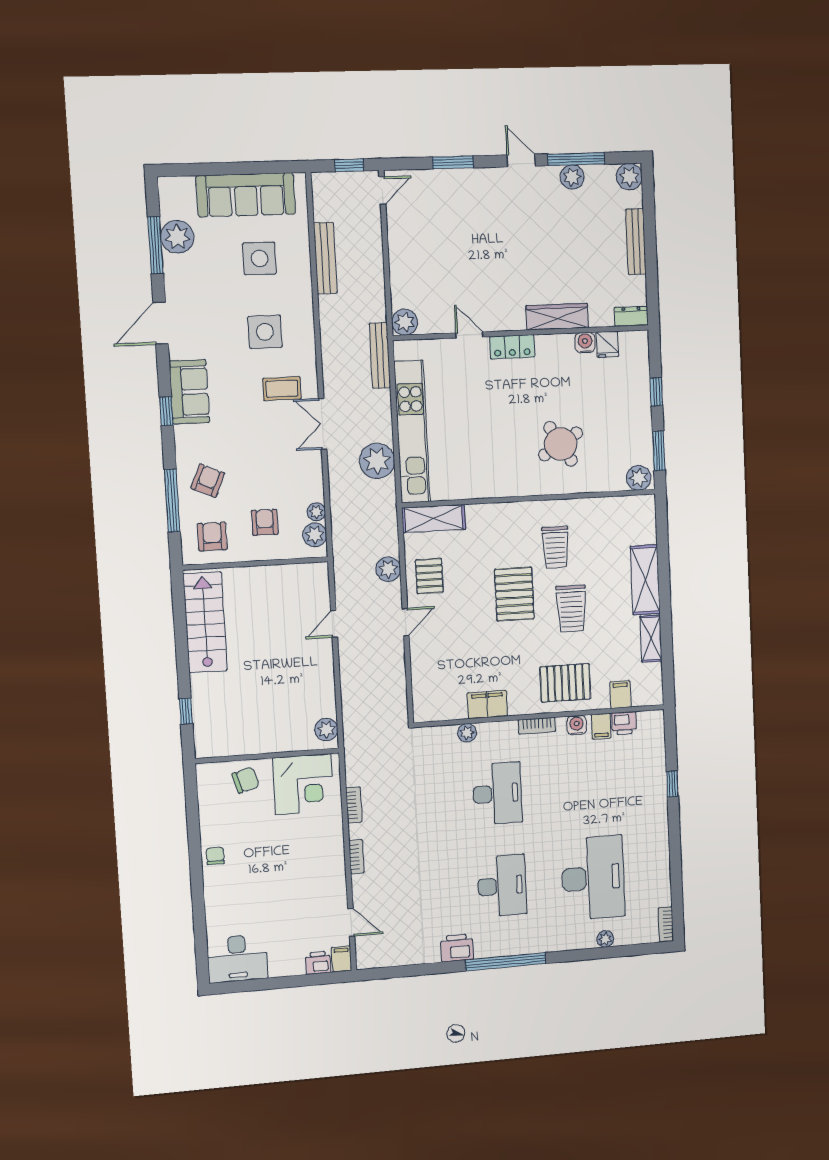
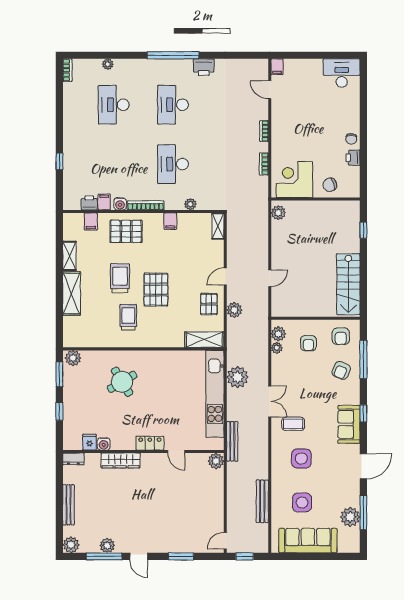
shelving: (422, 701) -> (218, 226), added
filing cabinet: (487, 705) -> (170, 221), width x0.50
bookcase: (537, 726) -> (146, 205), width x1.56
desk: (593, 878) -> (114, 105), width x0.73, depth x0.77
printer: (318, 963) -> (353, 158), moved, turned 90

